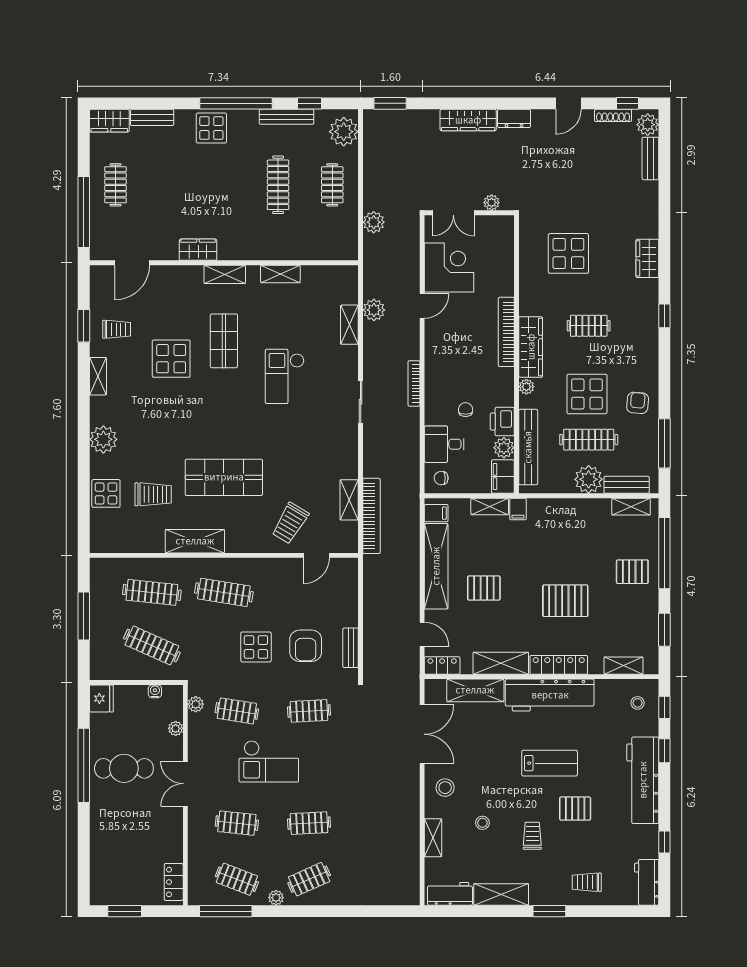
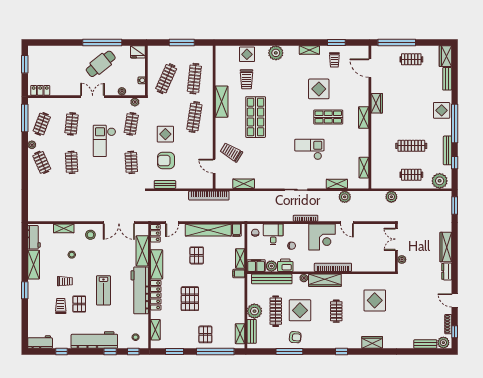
corner desk: (449, 267) -> (322, 237), moved
shelving: (280, 274) -> (364, 168), moved
window: (664, 443) -> (289, 351), moved
bookcase: (371, 516) -> (209, 196), moved
cafe table: (124, 768) -> (101, 64), turned 51
trolley: (587, 882) -> (61, 306), moved

